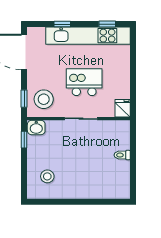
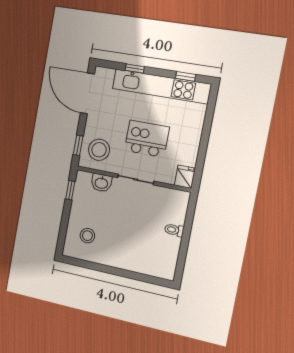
washbasin: (36, 128) -> (101, 183), moved

